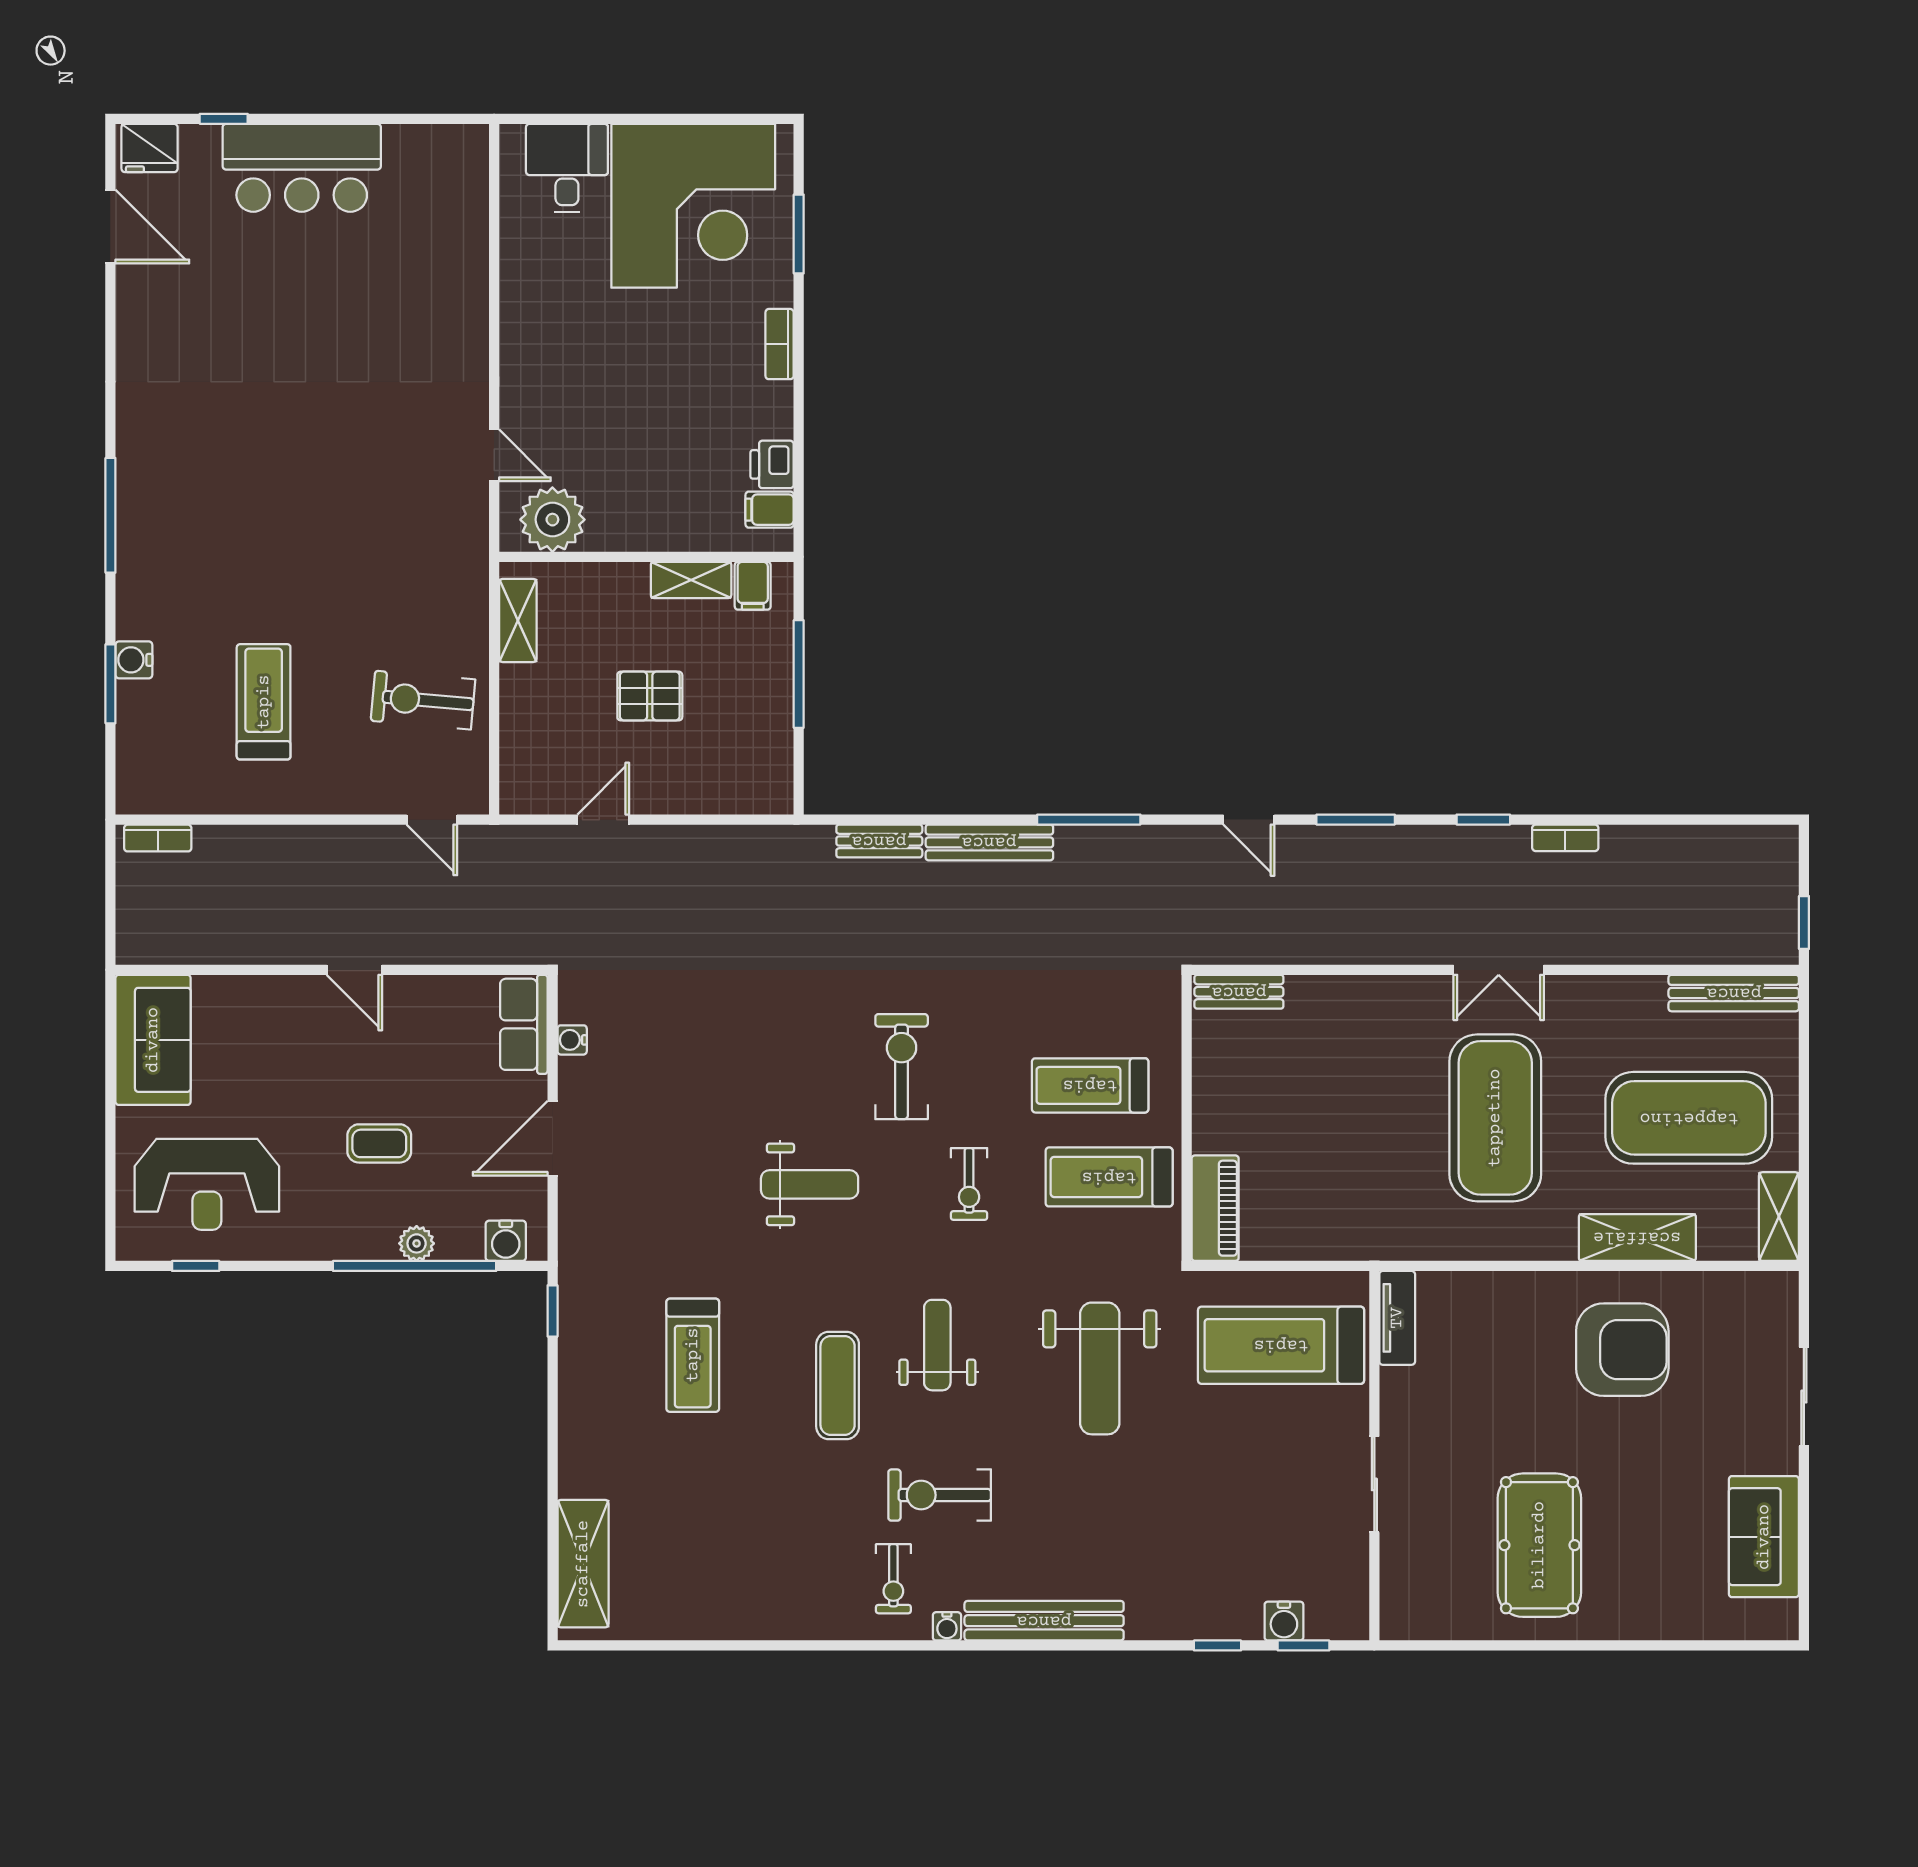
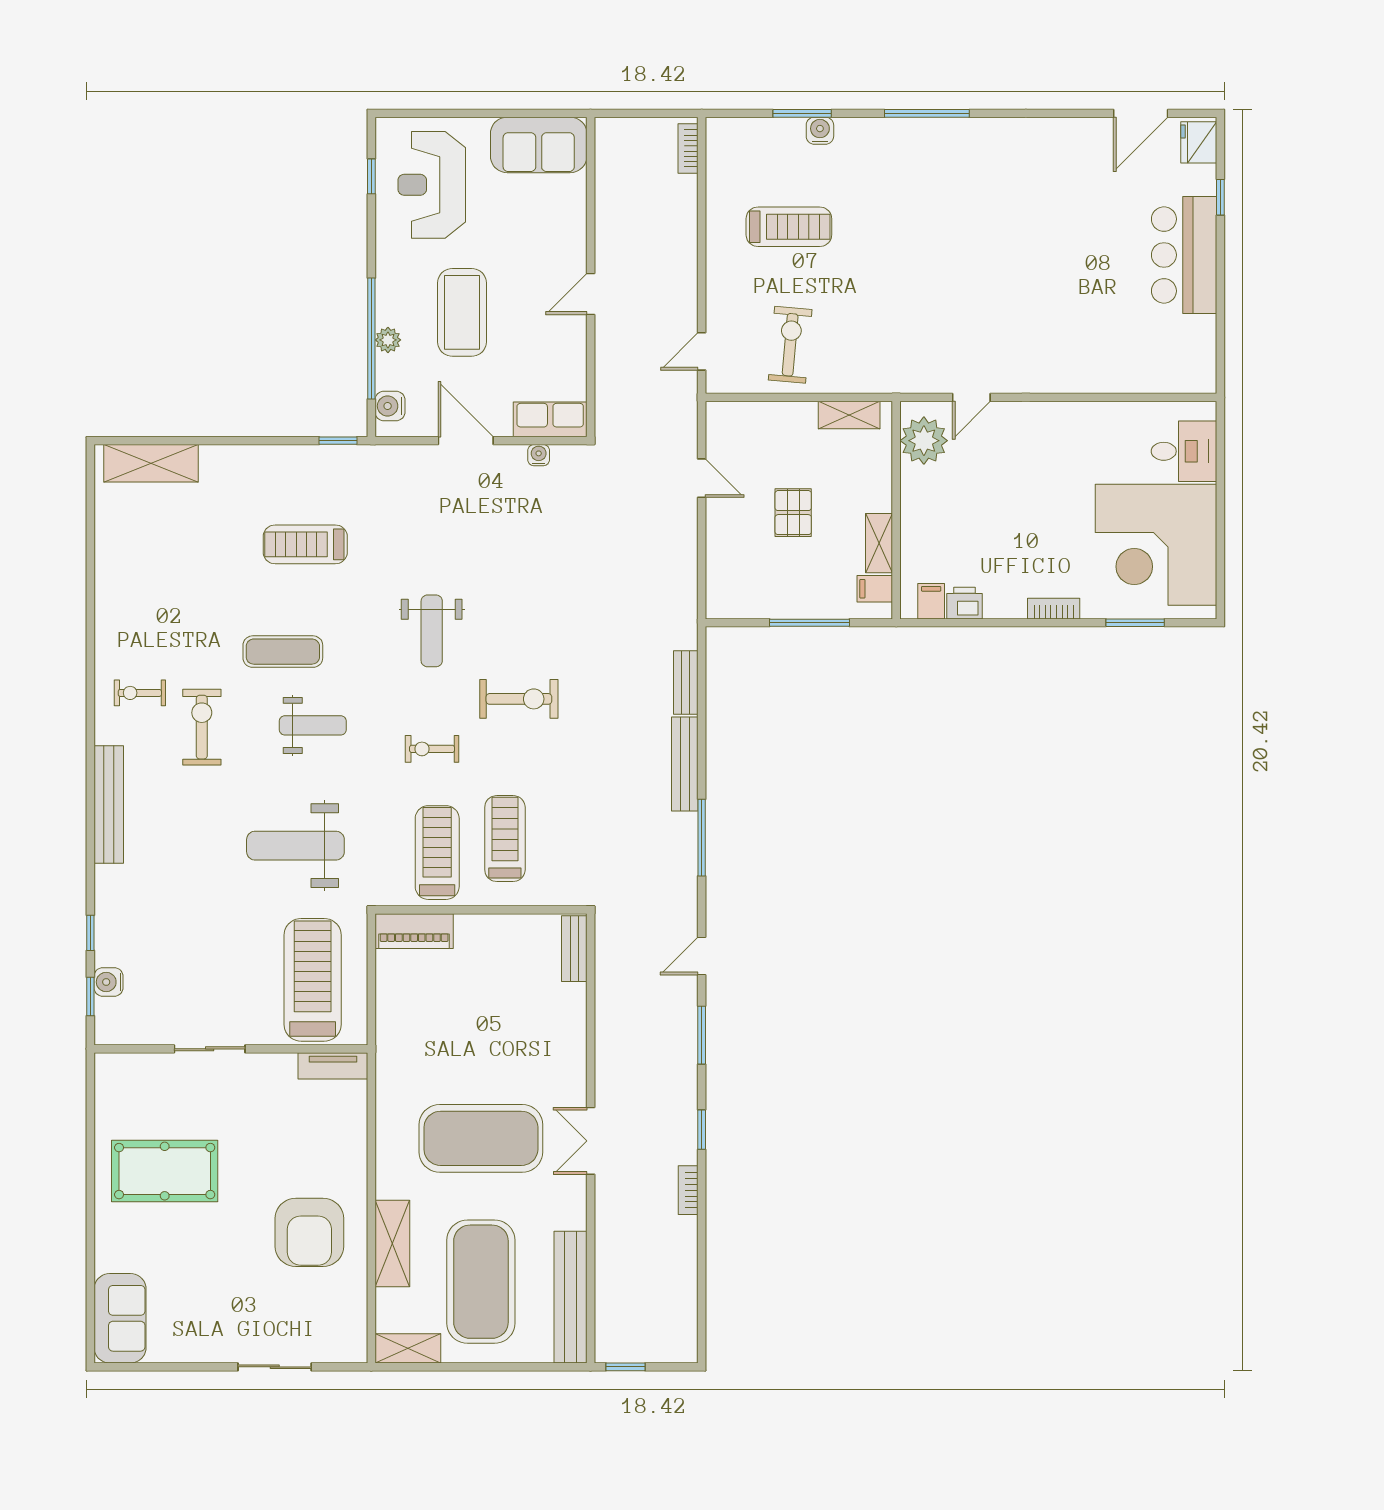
bench: (1734, 993) -> (570, 1297), width x1.37, depth x1.21
coffee table: (379, 1143) -> (462, 312), width x1.86, depth x1.72
sofa: (1764, 1537) -> (120, 1318), moved, turned 90
water cooler: (947, 1626) -> (105, 733), removed

